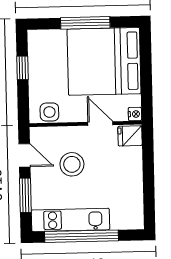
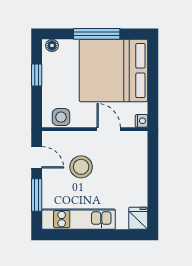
floor lamp: (38, 36) -> (52, 45), added
fridge: (130, 136) -> (138, 218), moved, turned 90
window: (82, 236) -> (89, 235), removed

